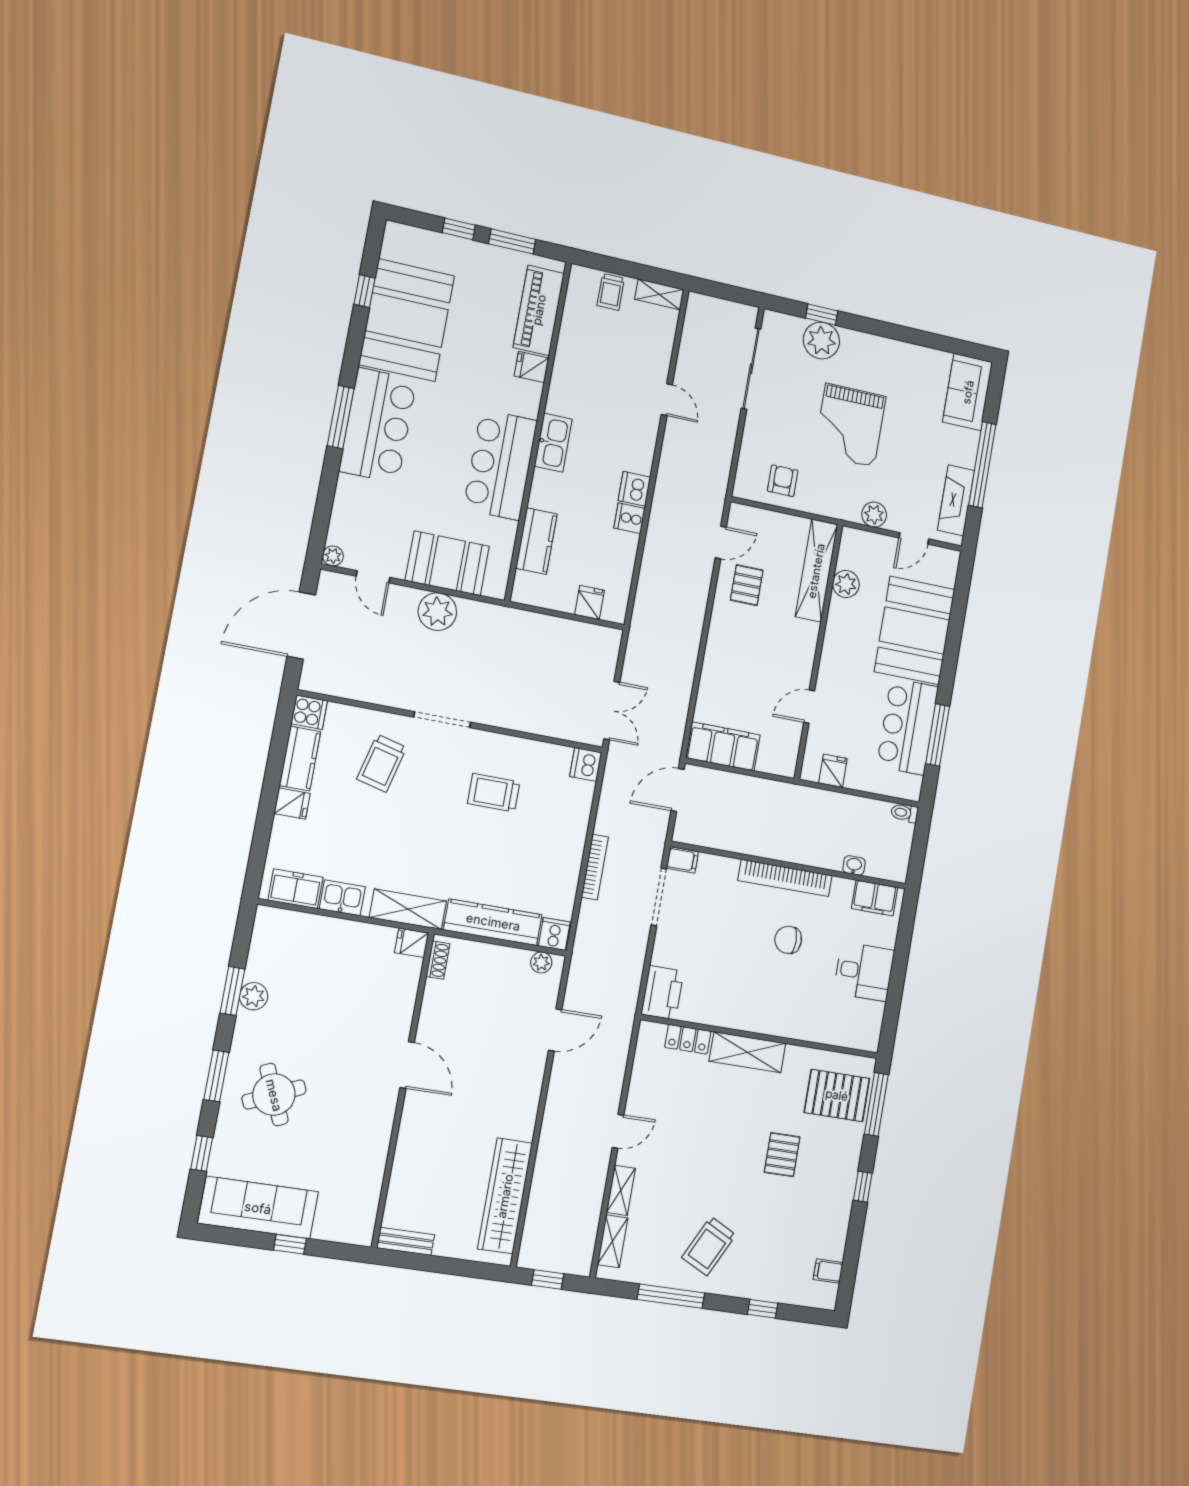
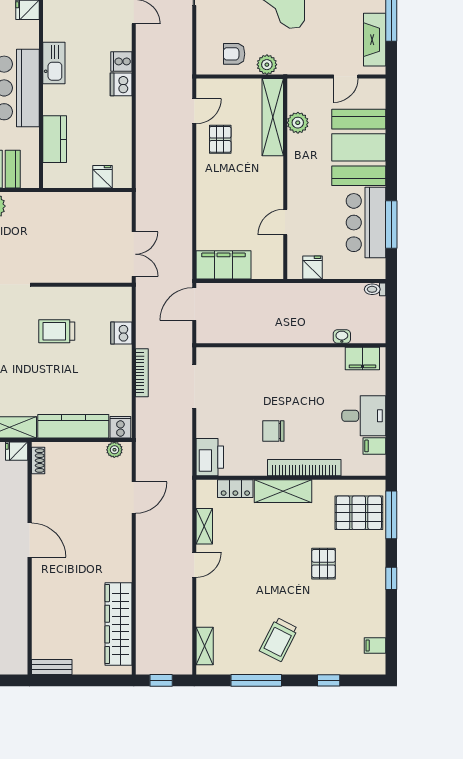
armchair: (783, 481) -> (234, 54), turned -90
plant: (874, 515) -> (267, 65), moved
cooker: (630, 518) -> (121, 61), moved
dishwasher: (586, 764) -> (121, 333), moved
filing cabinet: (682, 860) -> (374, 446), moved, turned 180
bookcase: (785, 878) -> (304, 468), moved, turned 180
chair: (788, 940) -> (273, 431), moved
shelving: (621, 1190) -> (204, 526), moved

